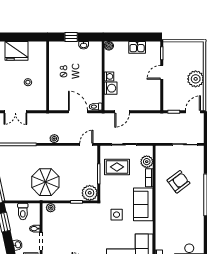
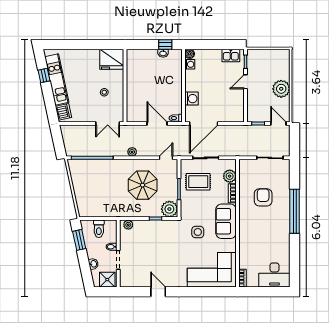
window: (71, 37) -> (165, 45), moved
kitchen sink: (137, 47) -> (231, 55), moved
fridge: (17, 51) -> (112, 59), moved
washing machine: (109, 76) -> (190, 64), moved
double door: (15, 112) -> (108, 123), moved
door: (122, 112) -> (204, 123), width x1.88
door: (193, 112) -> (278, 123), hinge flipped
parasol: (45, 182) -> (143, 185), moved
armchair: (178, 182) -> (263, 197), turned -53

